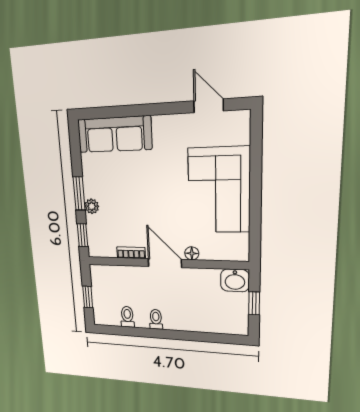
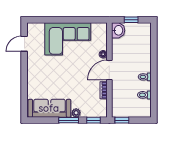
sofa: (114, 134) -> (49, 108), moved, turned -90
window: (88, 297) -> (122, 120), moved

